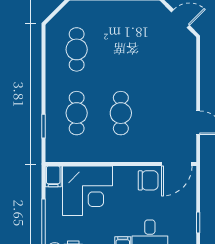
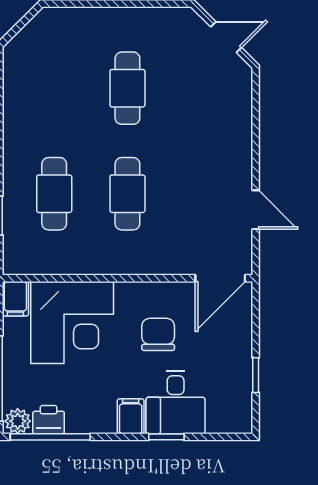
cafe table: (77, 49) -> (127, 88), moved
chair: (148, 180) -> (158, 334), moved, turned -90

